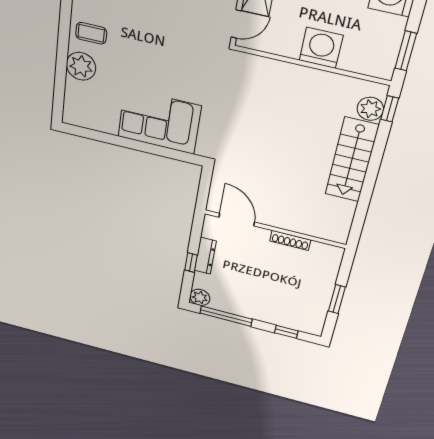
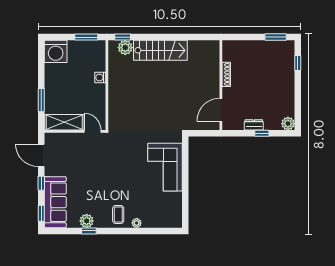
washing machine: (321, 48) -> (100, 78), width x0.53, depth x0.53
plant: (81, 66) -> (137, 223), width x0.53, depth x0.53
dresser: (205, 256) -> (254, 125), width x0.70
window: (337, 299) -> (276, 37), moved
window: (226, 316) -> (298, 104), removed

